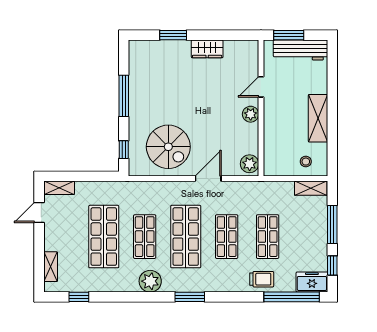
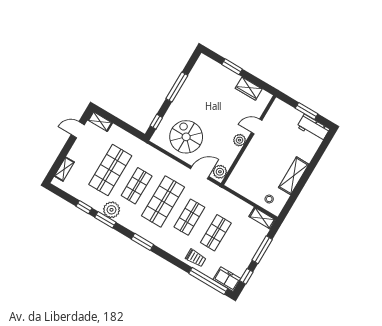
workbench: (301, 50) -> (313, 128), width x0.73
door: (261, 87) -> (257, 126), moved
wall: (261, 108) -> (249, 140), moved
plant: (251, 114) -> (240, 140), moved
spiral stairs: (168, 147) -> (186, 137), turned 180
plant: (250, 164) -> (220, 172), moved
plant: (150, 281) -> (112, 210), moved
window: (79, 297) -> (84, 207), moved
window: (132, 297) -> (105, 220), added

